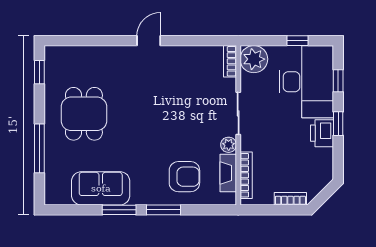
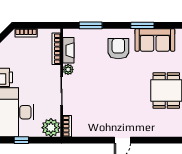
armchair: (184, 177) -> (118, 49), moved, turned 90
window: (163, 210) -> (91, 25), moved

